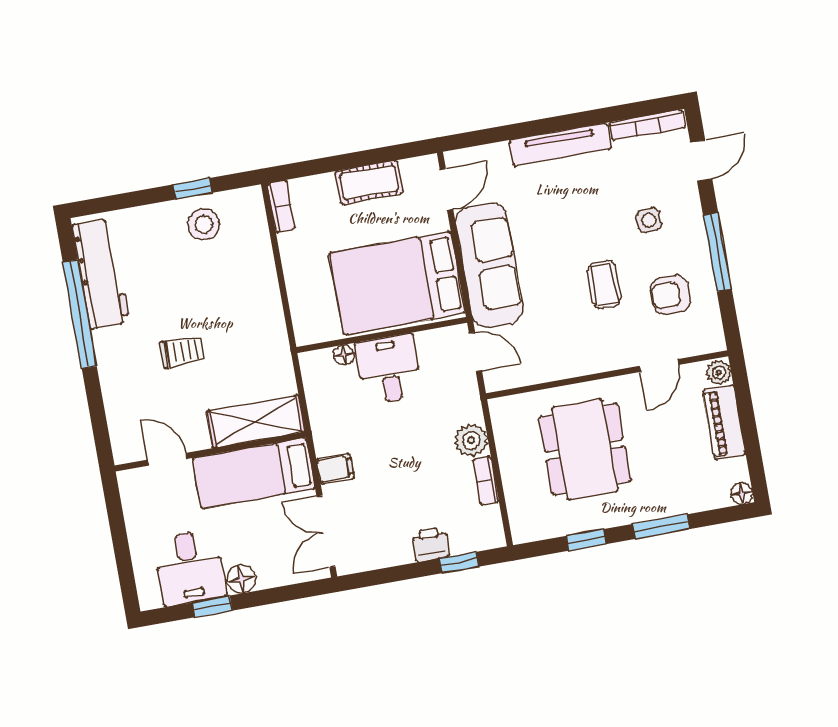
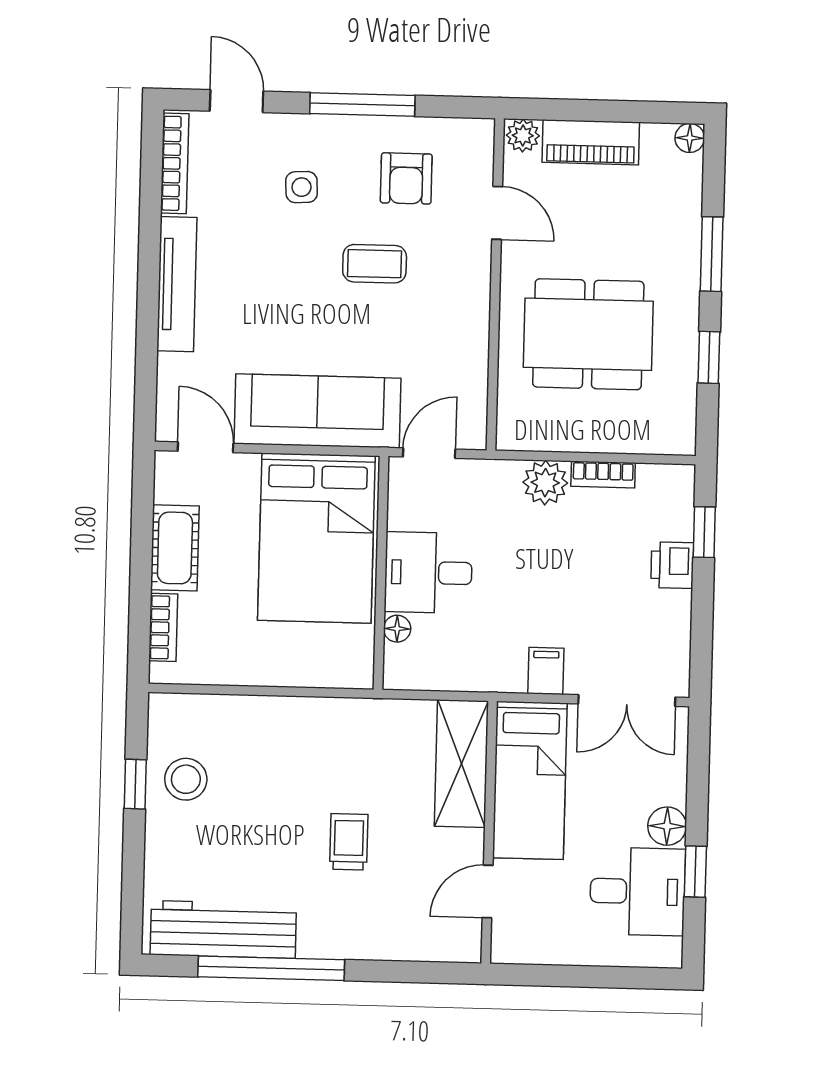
bookcase: (281, 206) -> (163, 627), moved, turned 90

